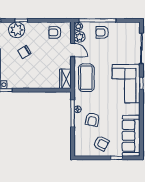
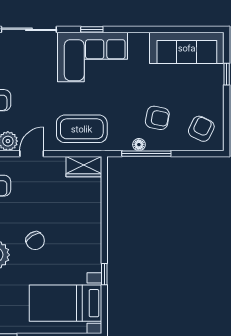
armchair: (101, 143) -> (201, 129), moved

